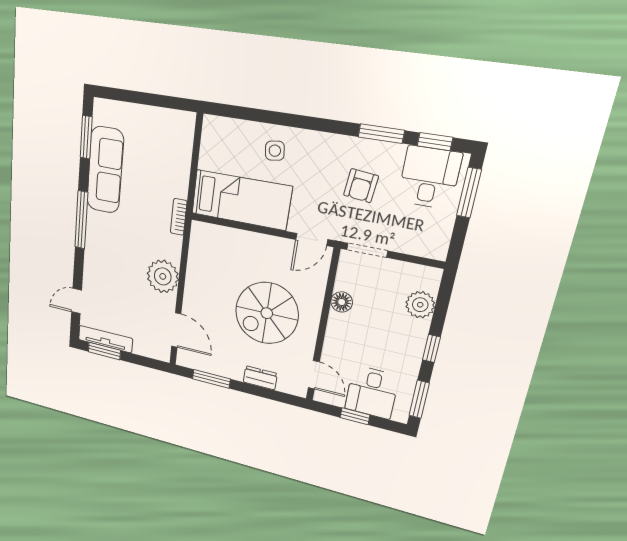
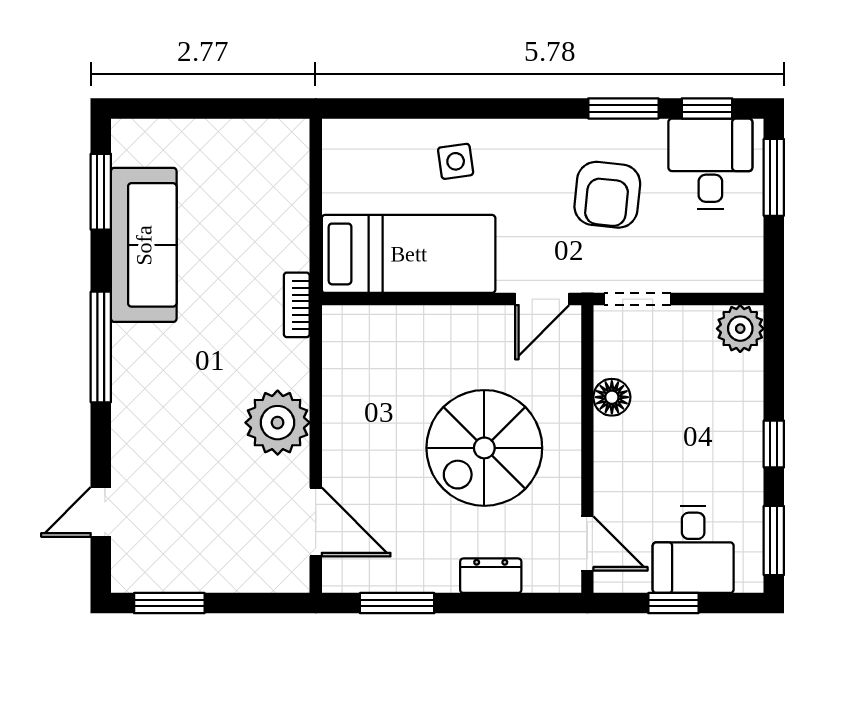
armchair: (361, 186) -> (607, 195), width x1.38, depth x1.38
plant: (420, 305) -> (740, 329), moved
tv unit: (105, 339) -> (169, 577), removed

